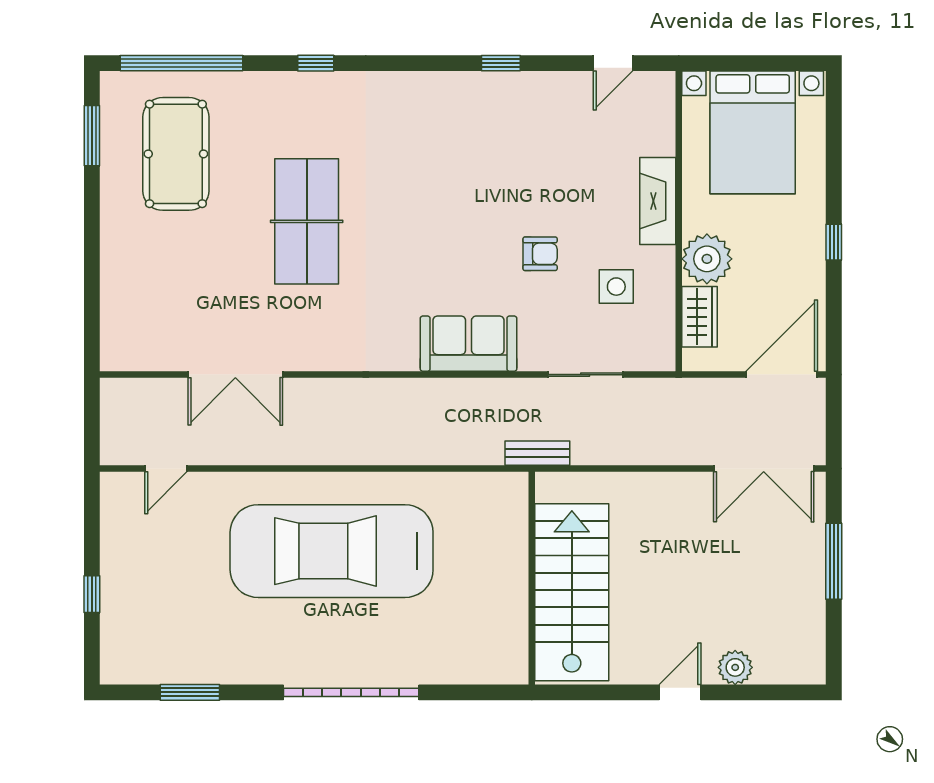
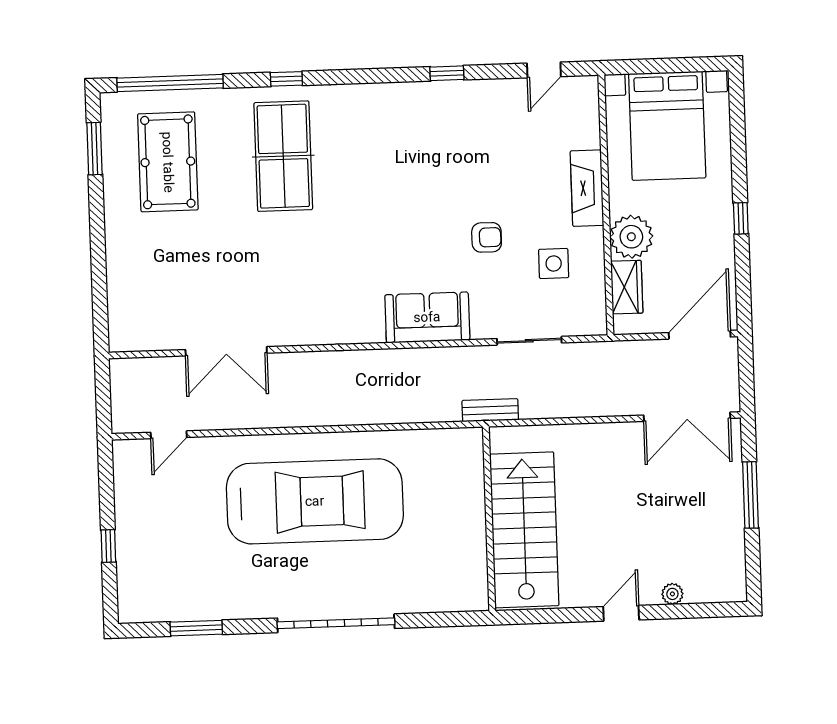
table tennis table: (307, 221) -> (283, 156), moved
car: (332, 551) -> (315, 501), turned 180
plant: (735, 667) -> (672, 594), width x0.73, depth x0.73

